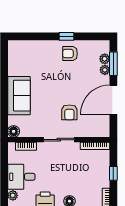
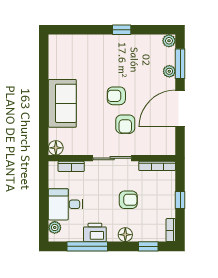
armchair: (70, 54) -> (116, 96), moved
plant: (105, 59) -> (169, 41), moved
armchair: (72, 173) -> (128, 200), added

